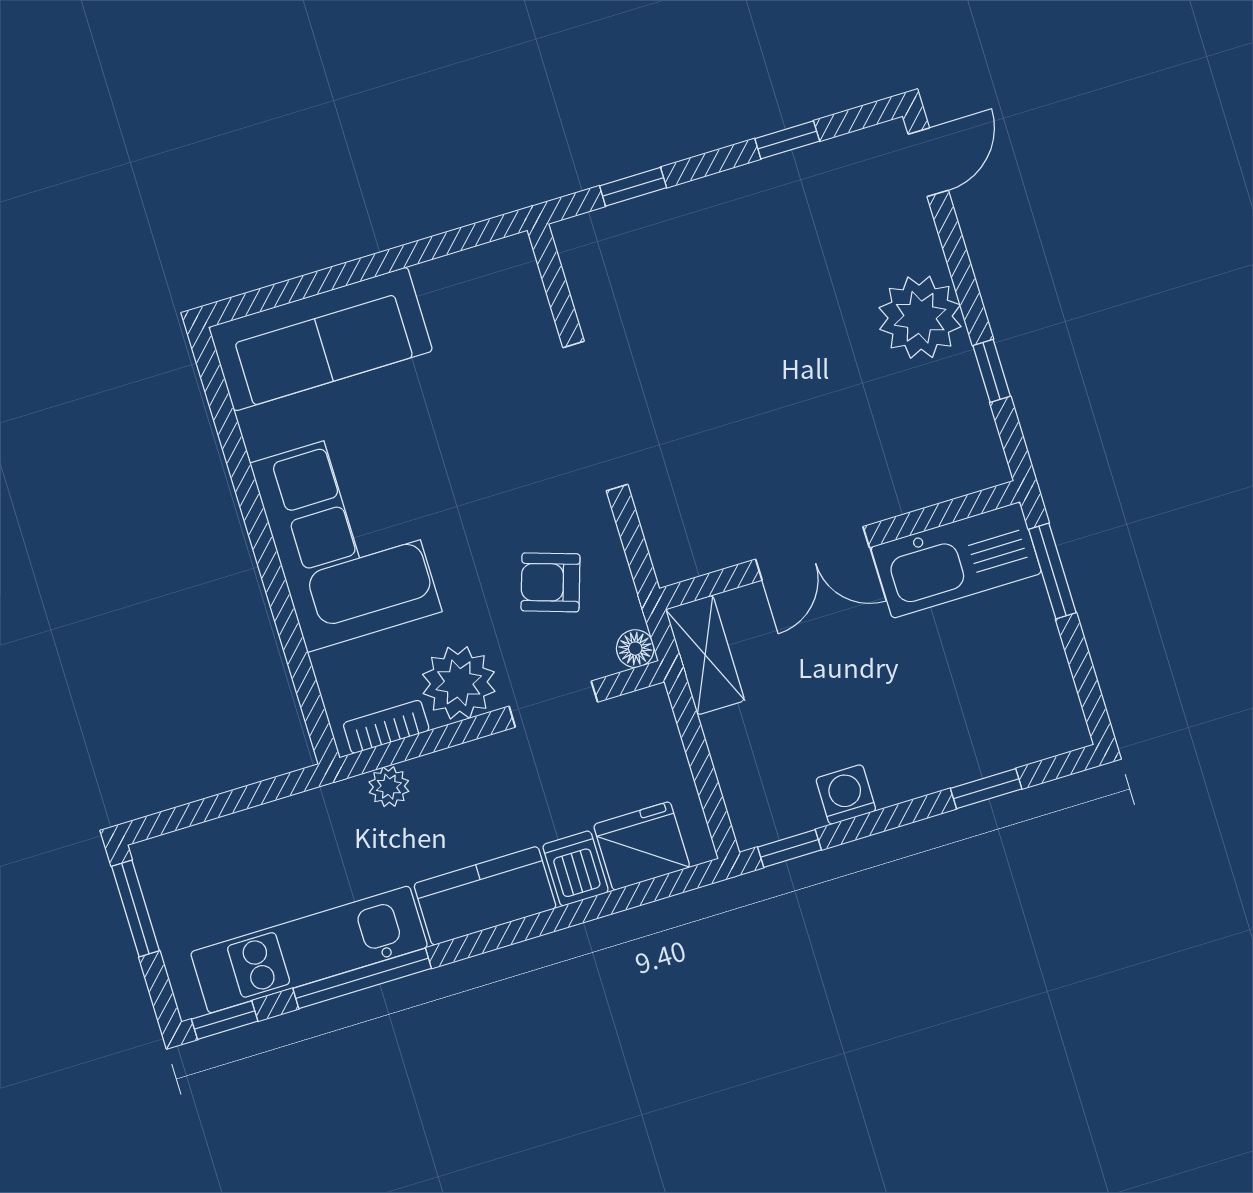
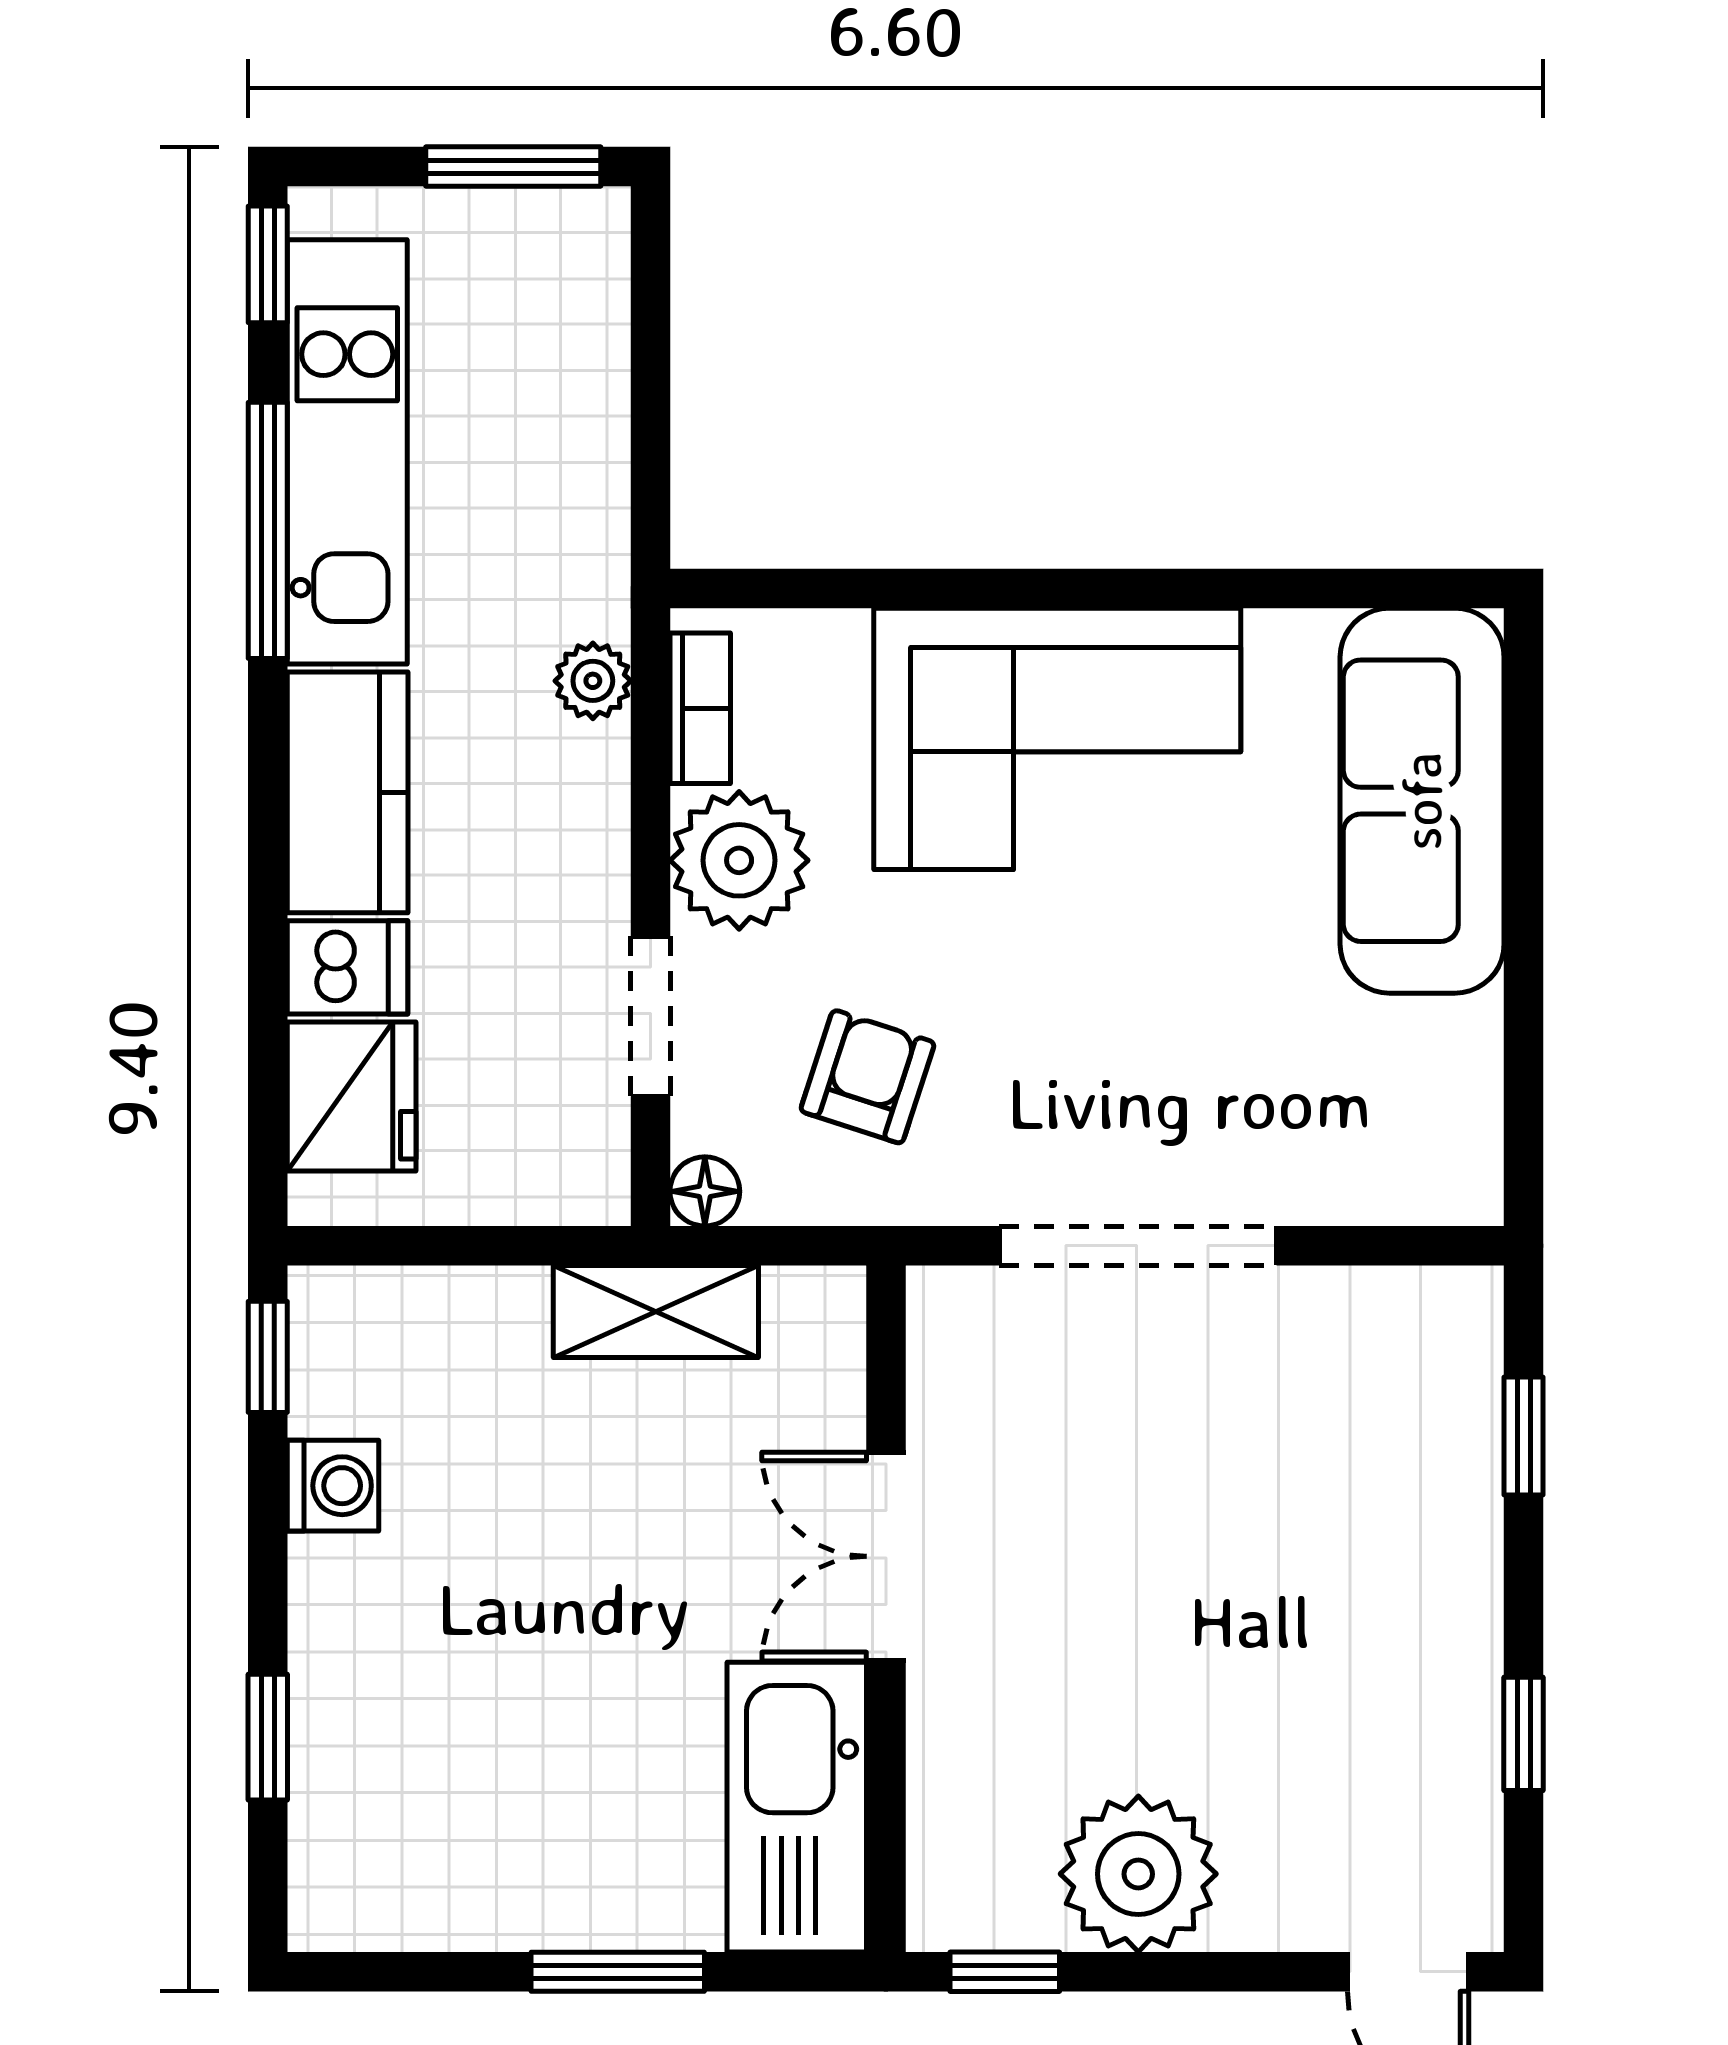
wall: (840, 545) -> (886, 1609), moved
double door: (813, 553) -> (886, 1556), moved
kitchen sink: (956, 560) -> (797, 1807), moved

